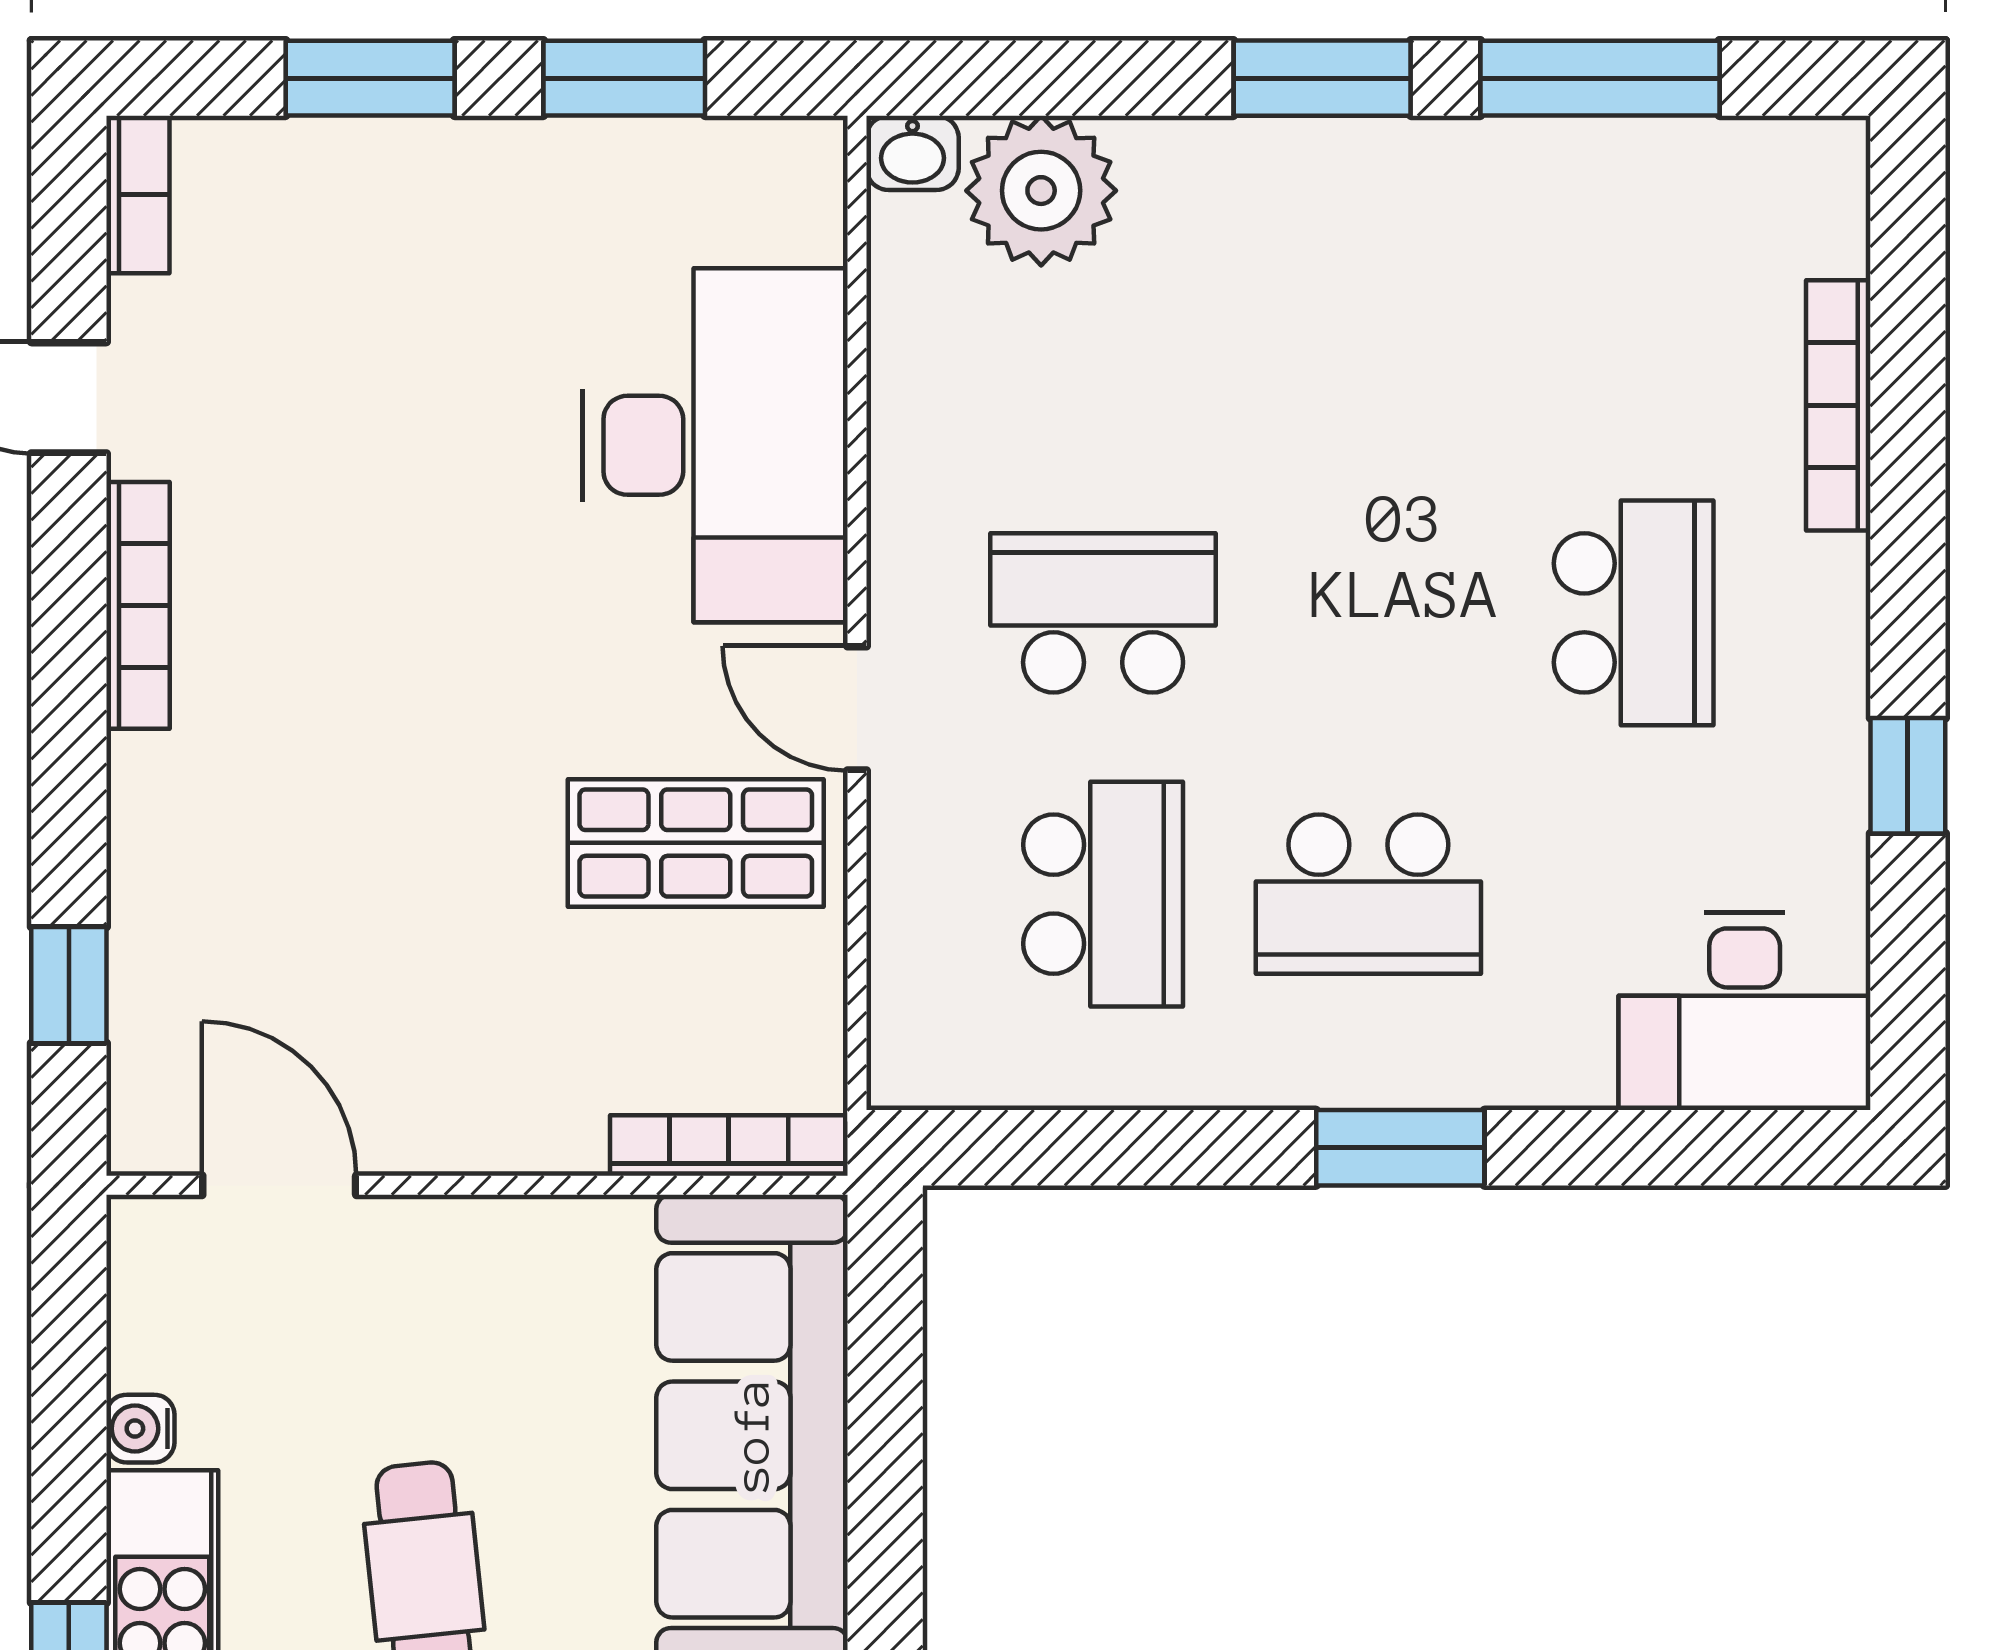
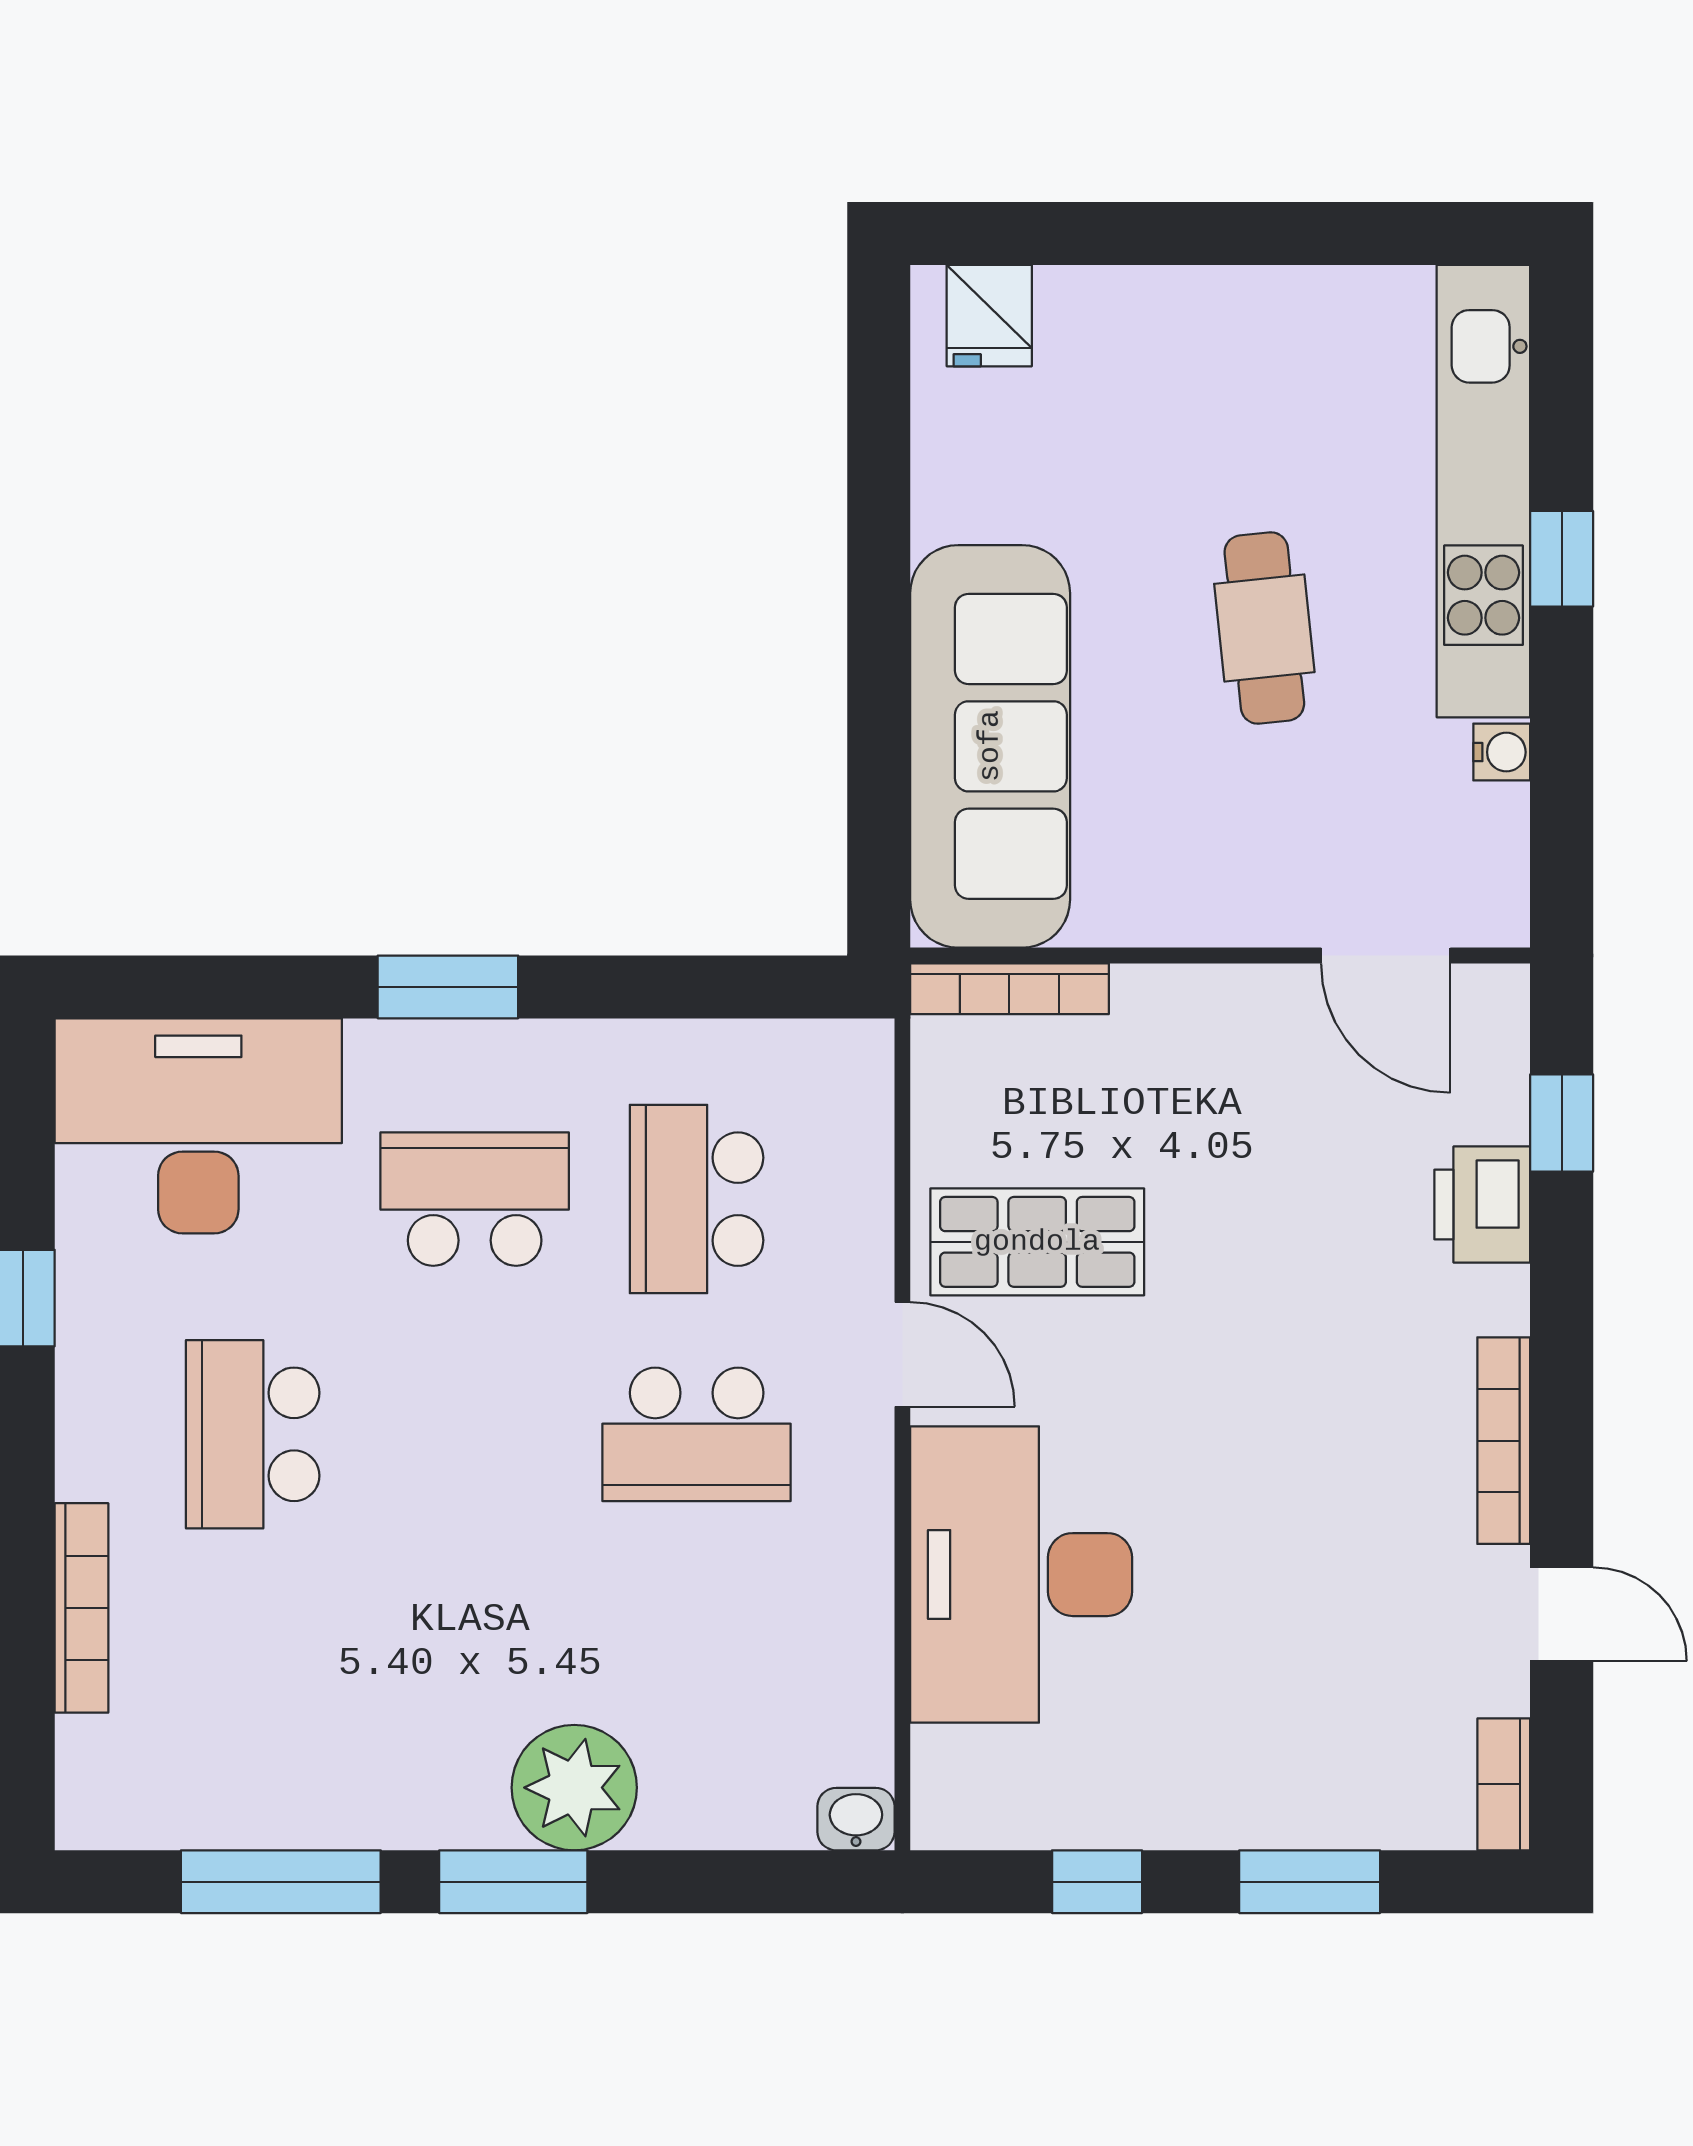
window: (624, 78) -> (1097, 1882), width x0.67
plant: (1041, 191) -> (574, 1788), moved
printer: (164, 888) -> (1482, 1205), added
desk: (1745, 1011) -> (198, 1126), width x1.36, depth x1.30

